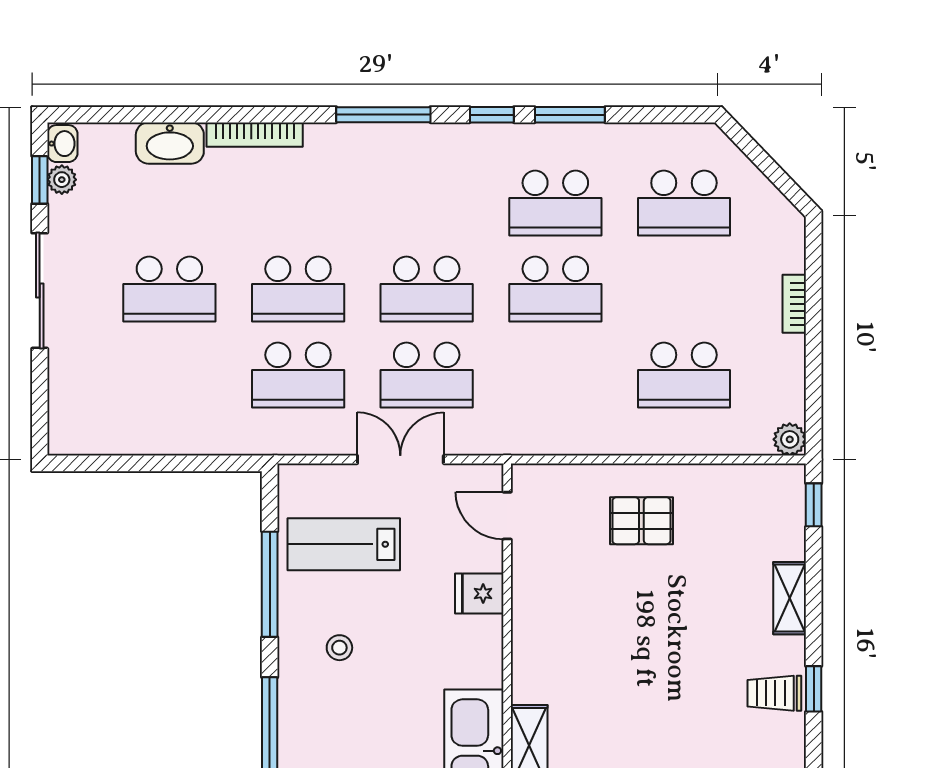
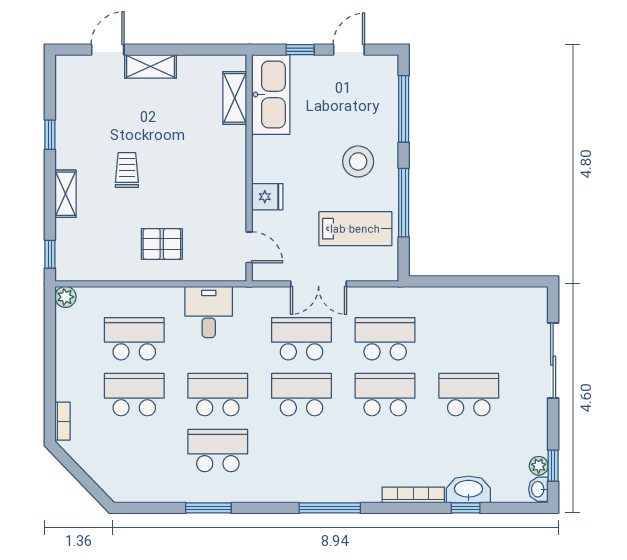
window: (492, 115) -> (466, 508), moved
school desk: (684, 203) -> (134, 395), moved
sliding door: (40, 291) -> (553, 361), moved
bookcase: (794, 304) -> (62, 421), moved
desk: (569, 416) -> (209, 312), added
stool: (339, 648) -> (358, 161), width x1.89, depth x1.89
trolley: (774, 693) -> (127, 170), moved, turned -90

